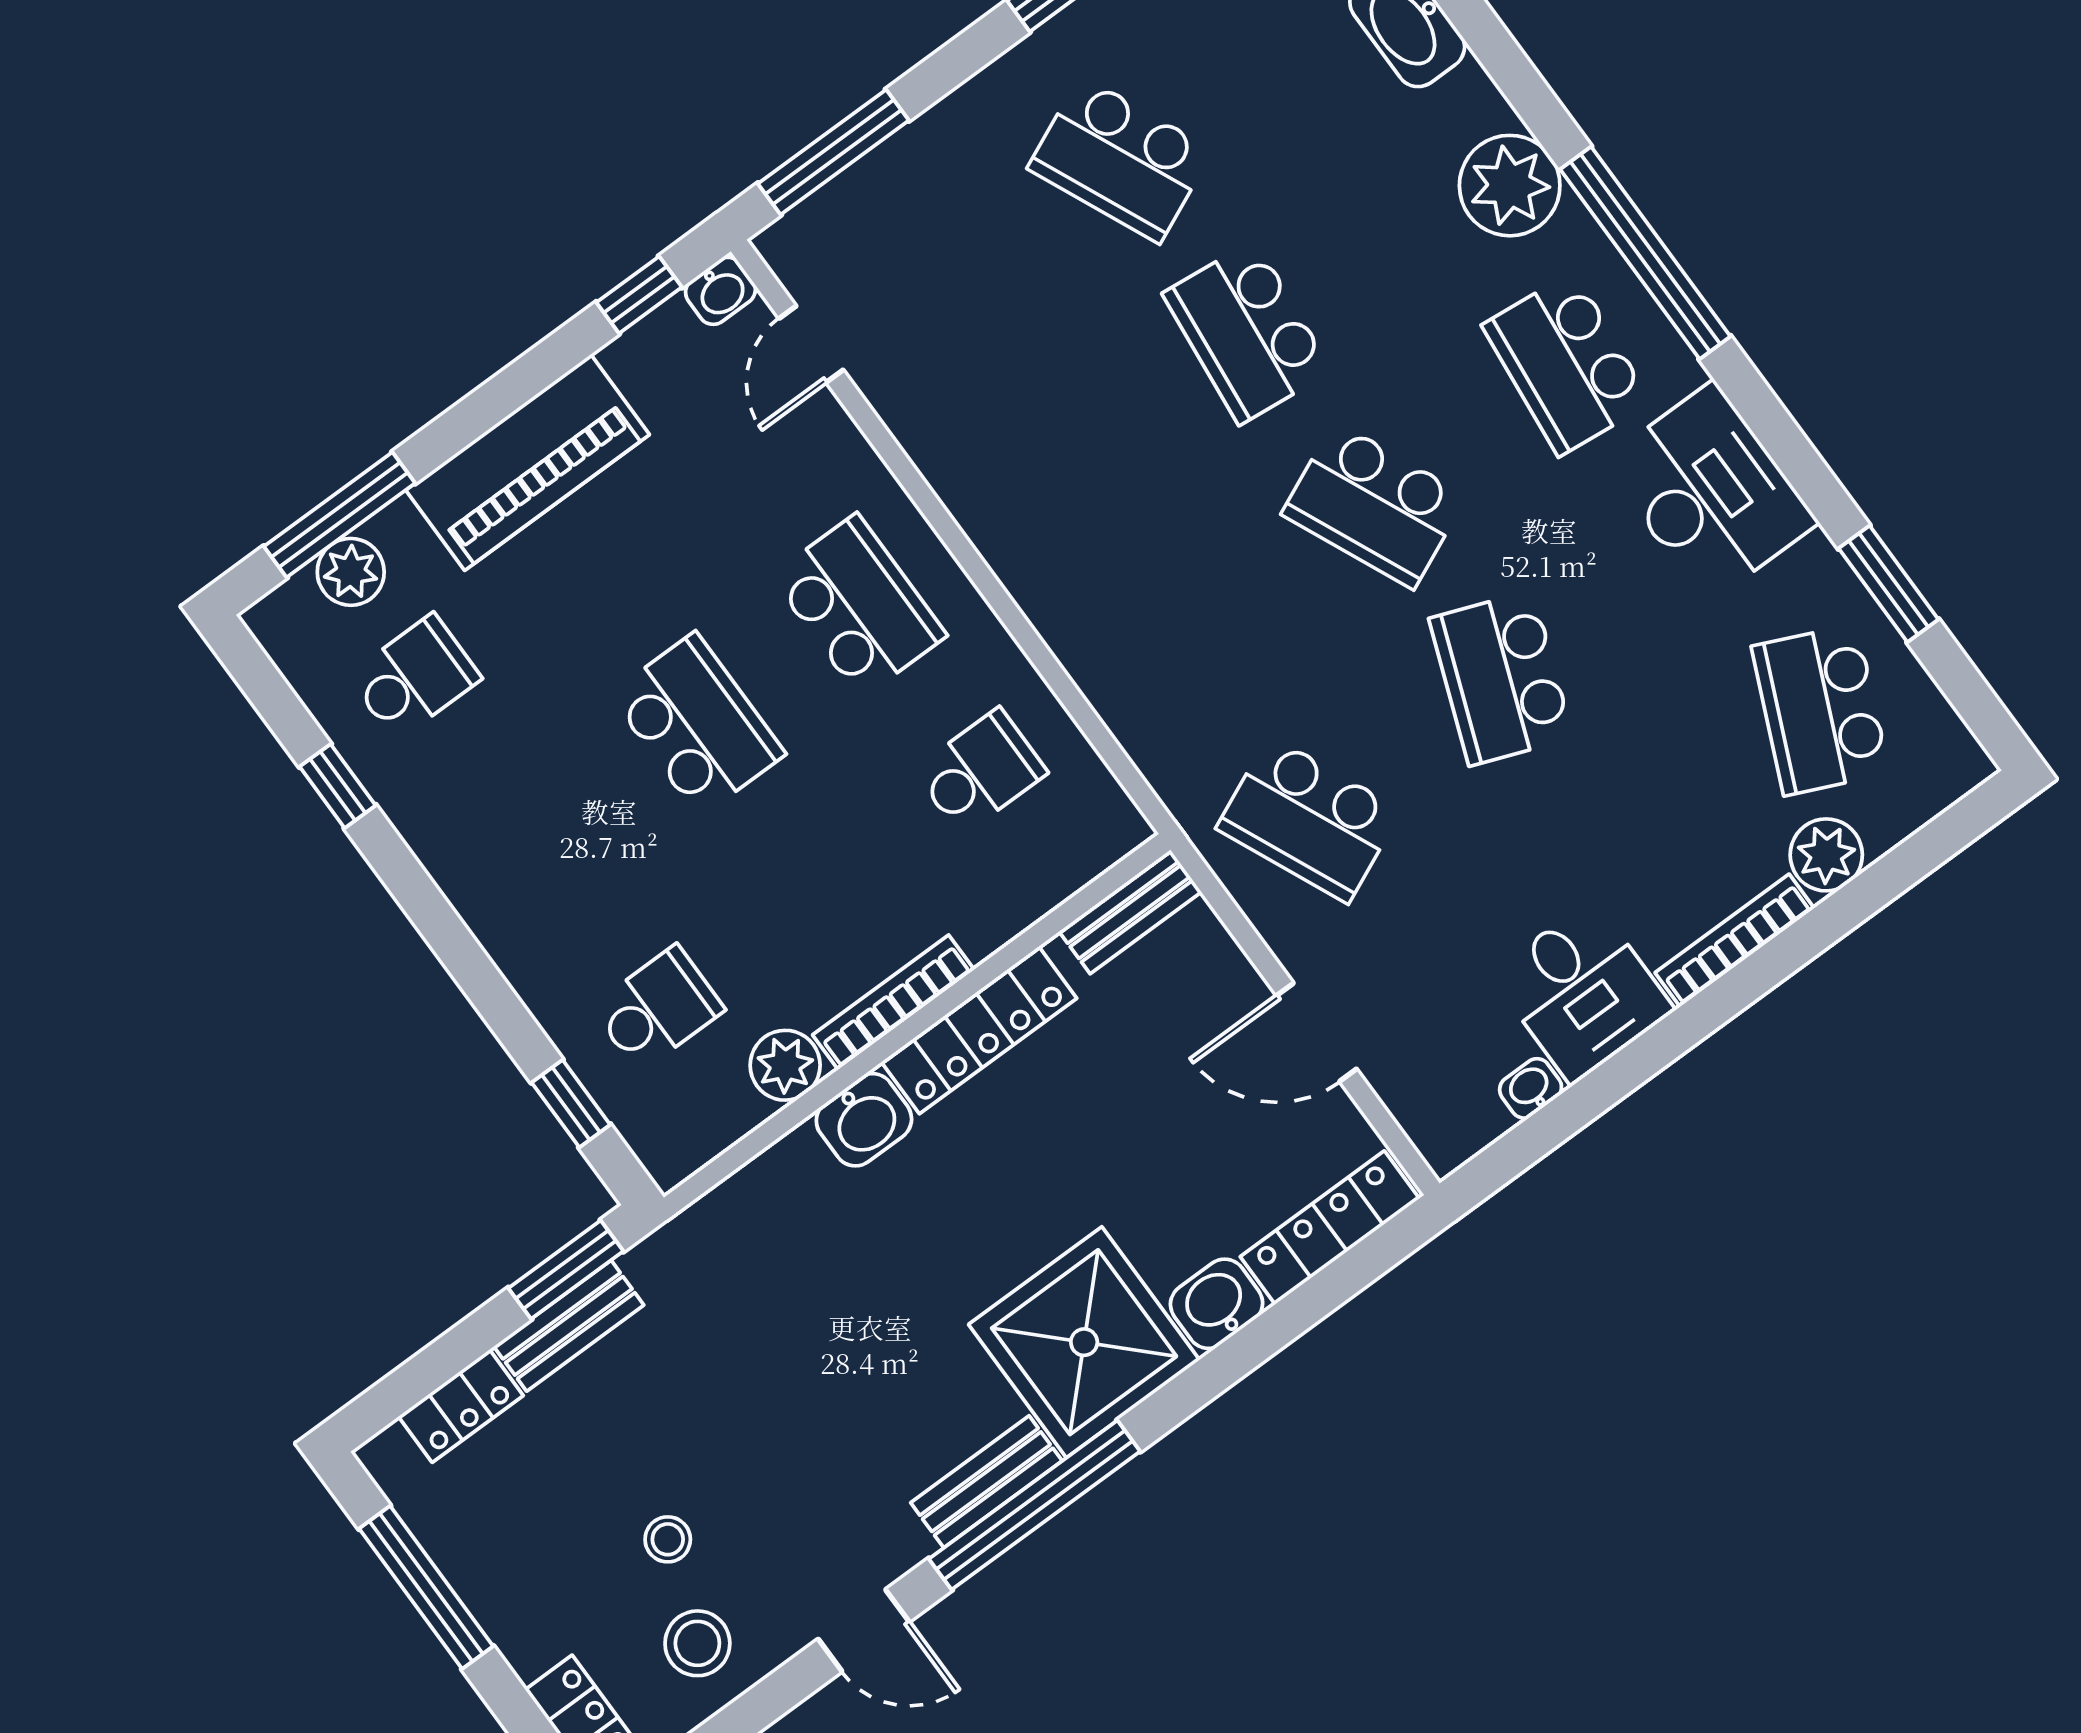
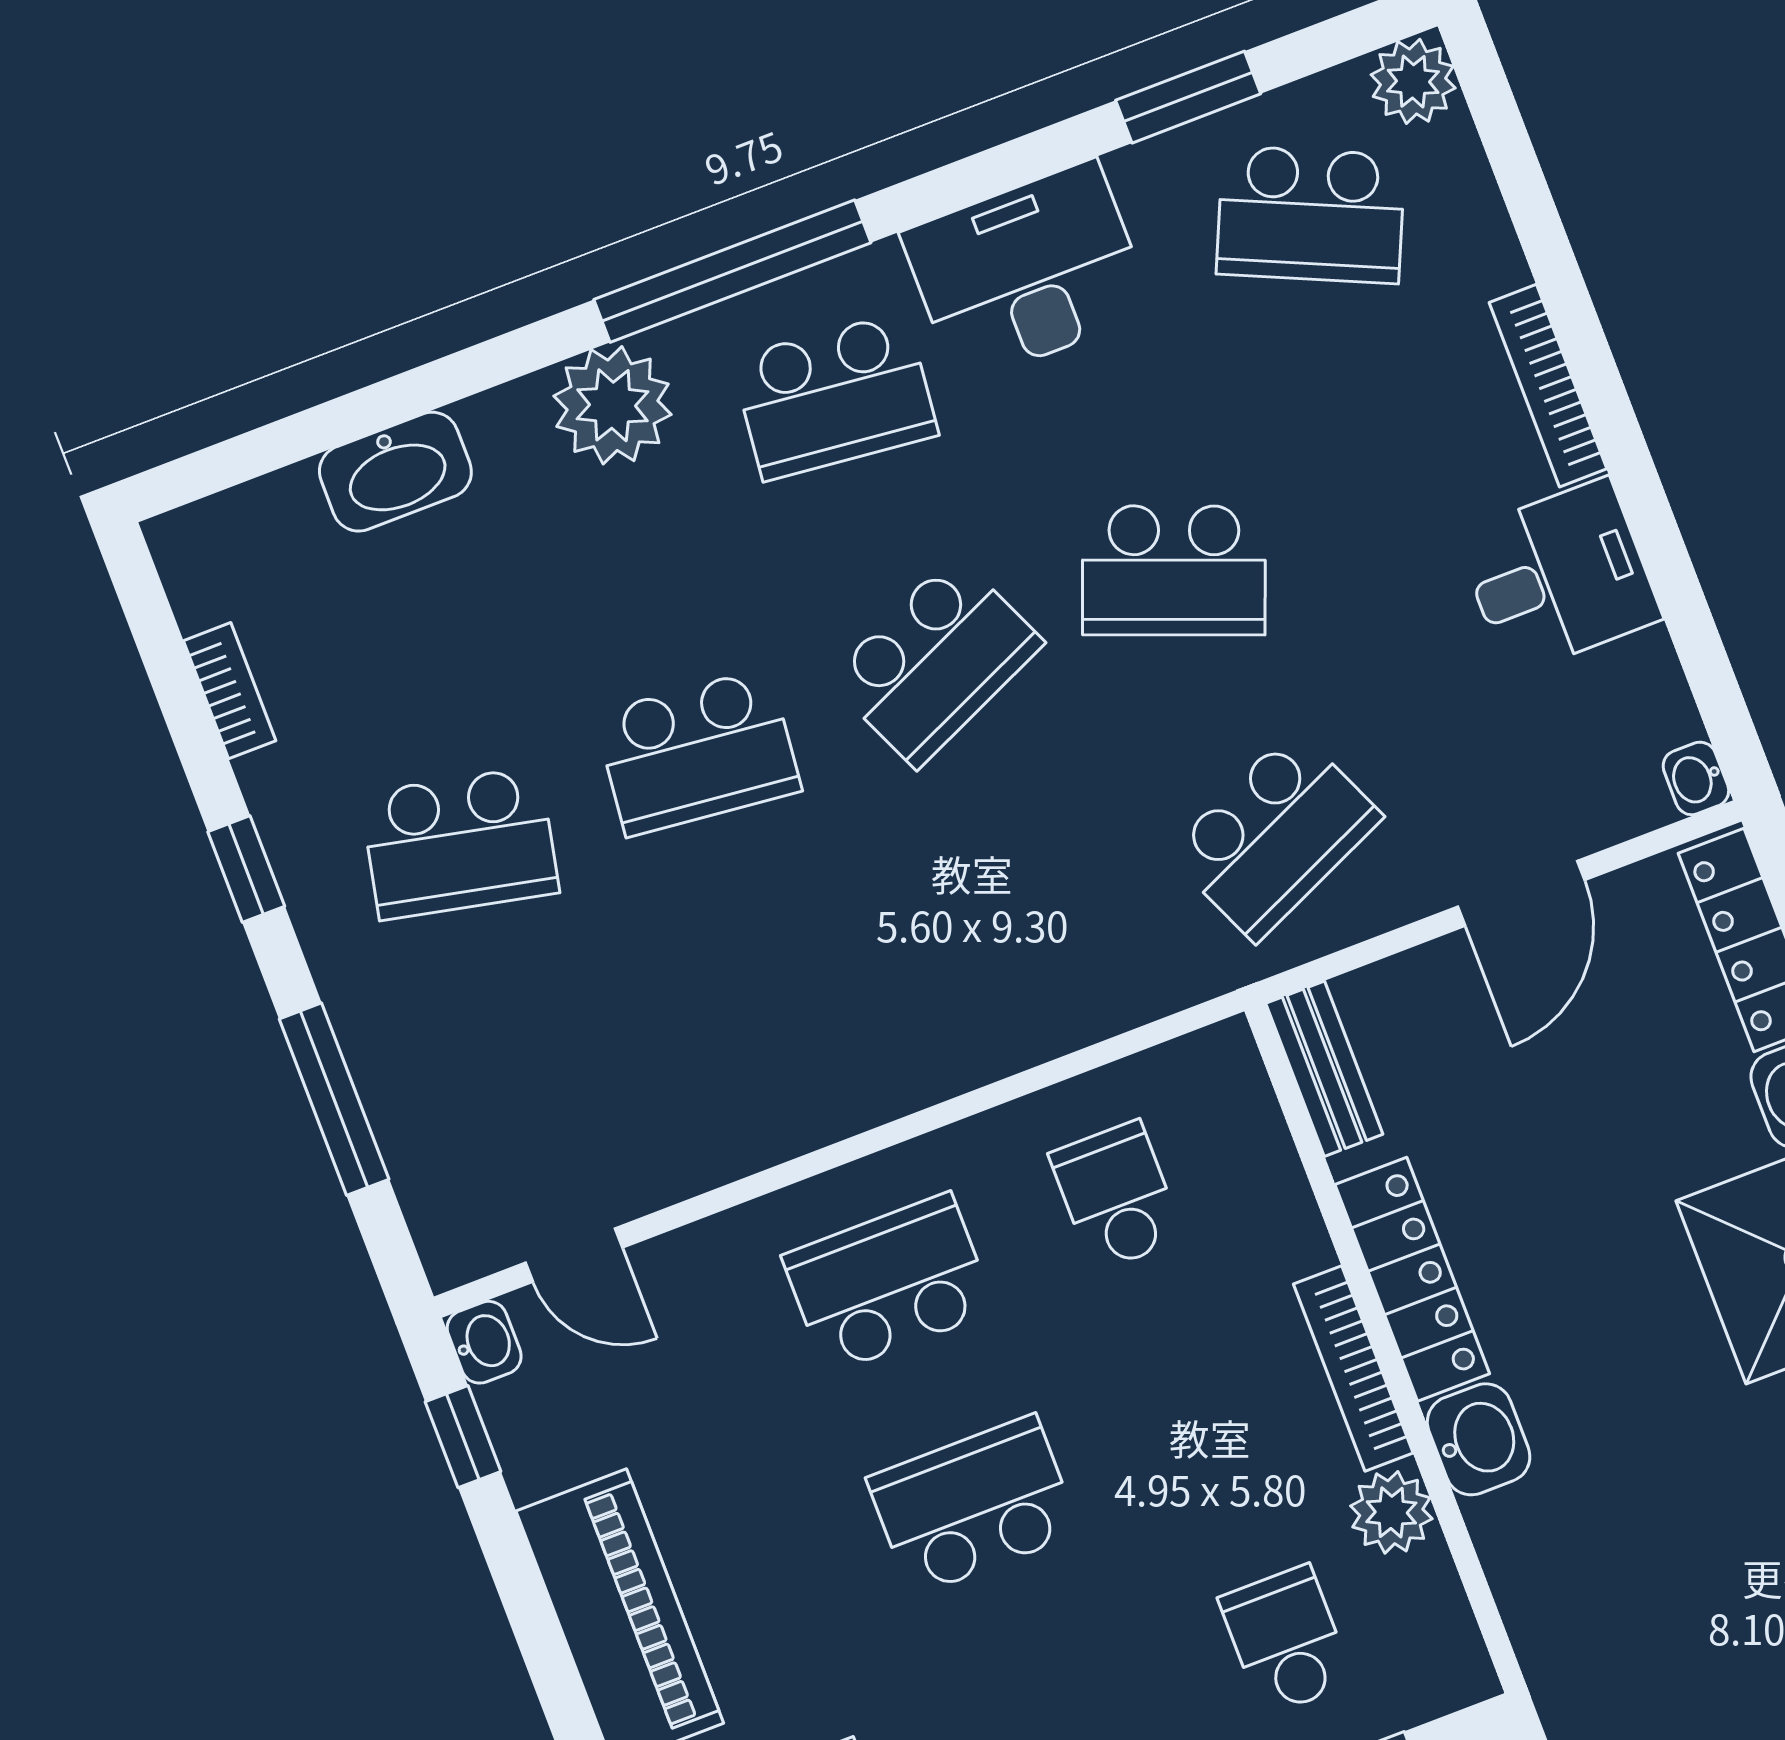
window: (833, 152) -> (334, 1099), moved
school desk: (1120, 159) -> (460, 843), turned 36
plant: (1826, 855) -> (1413, 81), moved
washbasin: (1531, 1088) -> (1696, 778), moved

